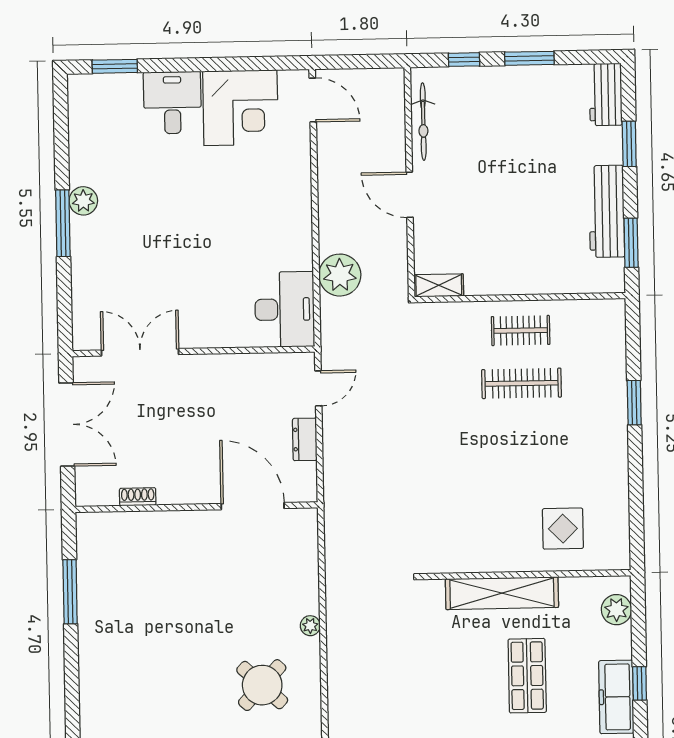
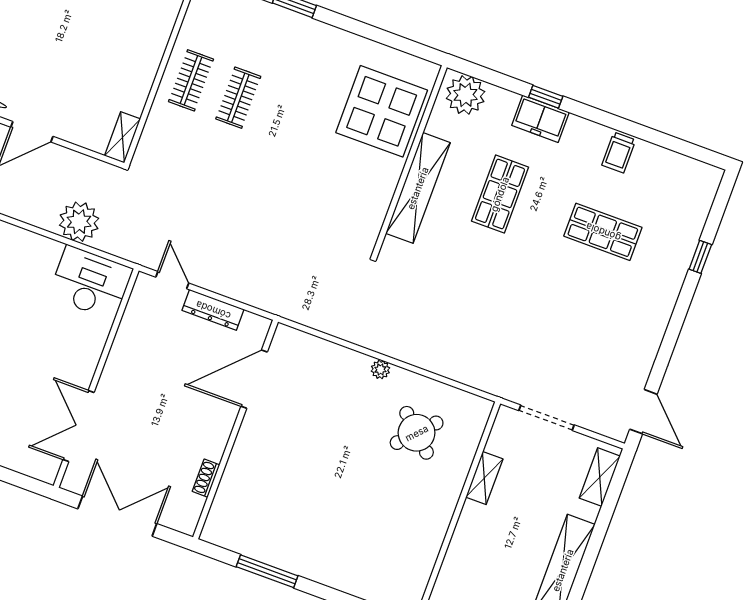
clothes rail: (522, 383) -> (238, 98), width x0.73
dresser: (305, 439) -> (213, 310), width x1.44
display table: (563, 529) -> (382, 111), width x1.86, depth x1.86
plant: (616, 610) -> (466, 95), width x1.36, depth x1.36
shop shelf: (527, 676) -> (500, 194), turned 90
freezer: (616, 697) -> (540, 119), width x0.71

